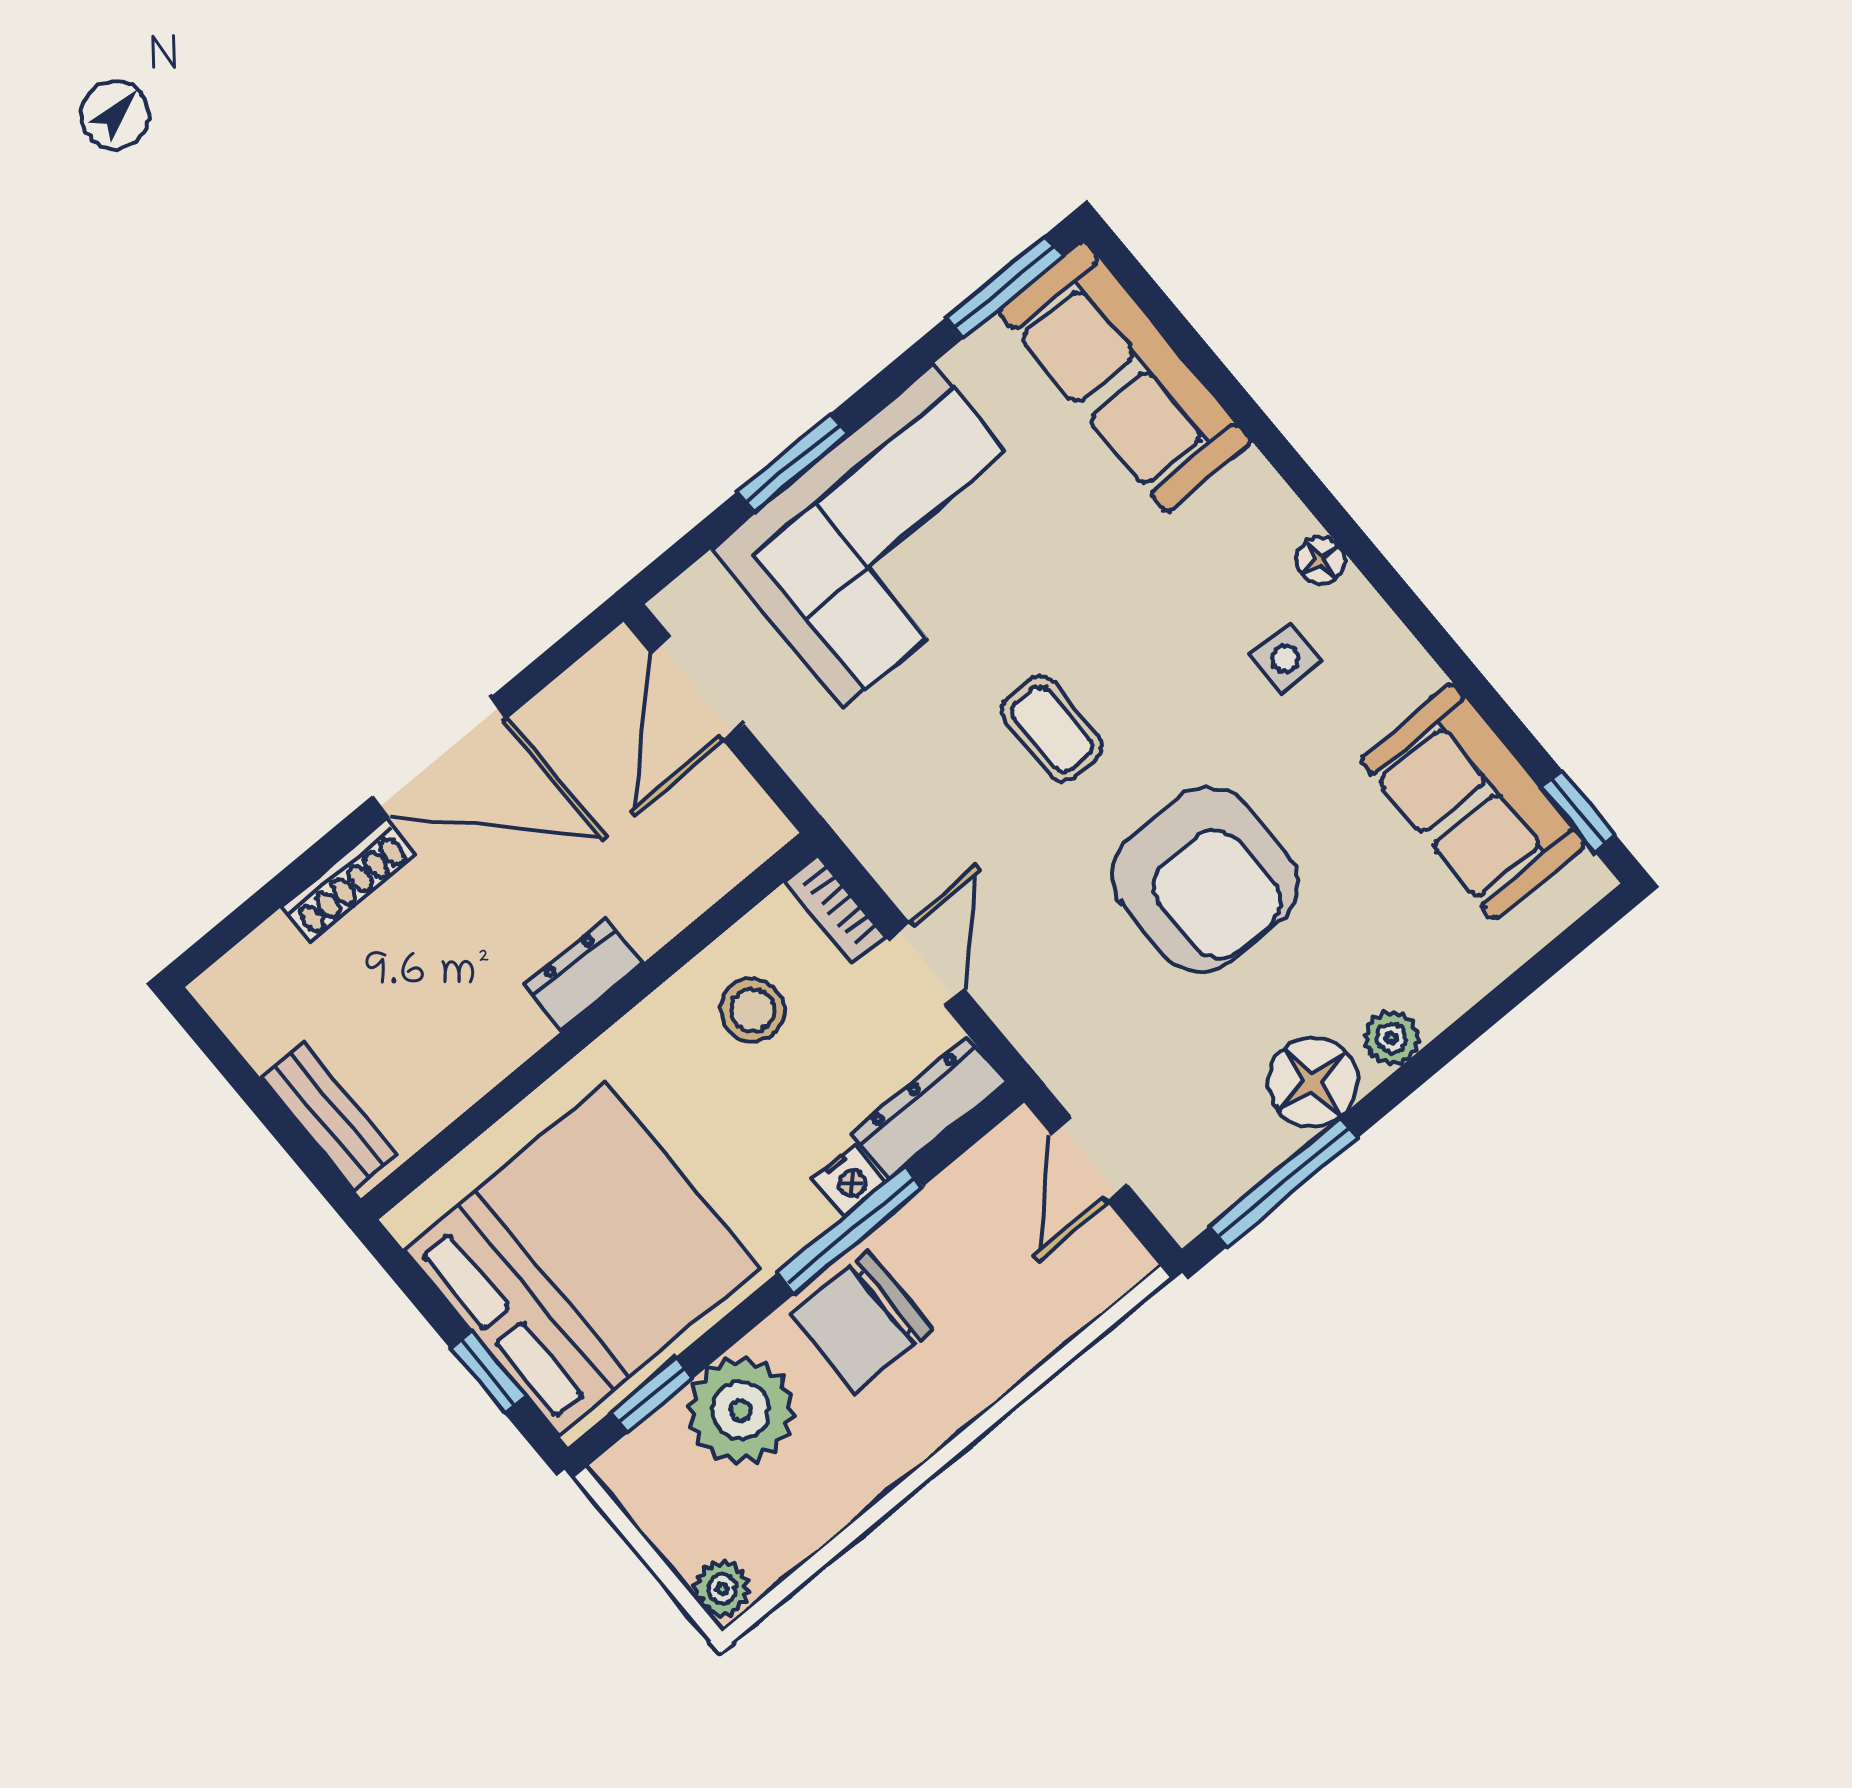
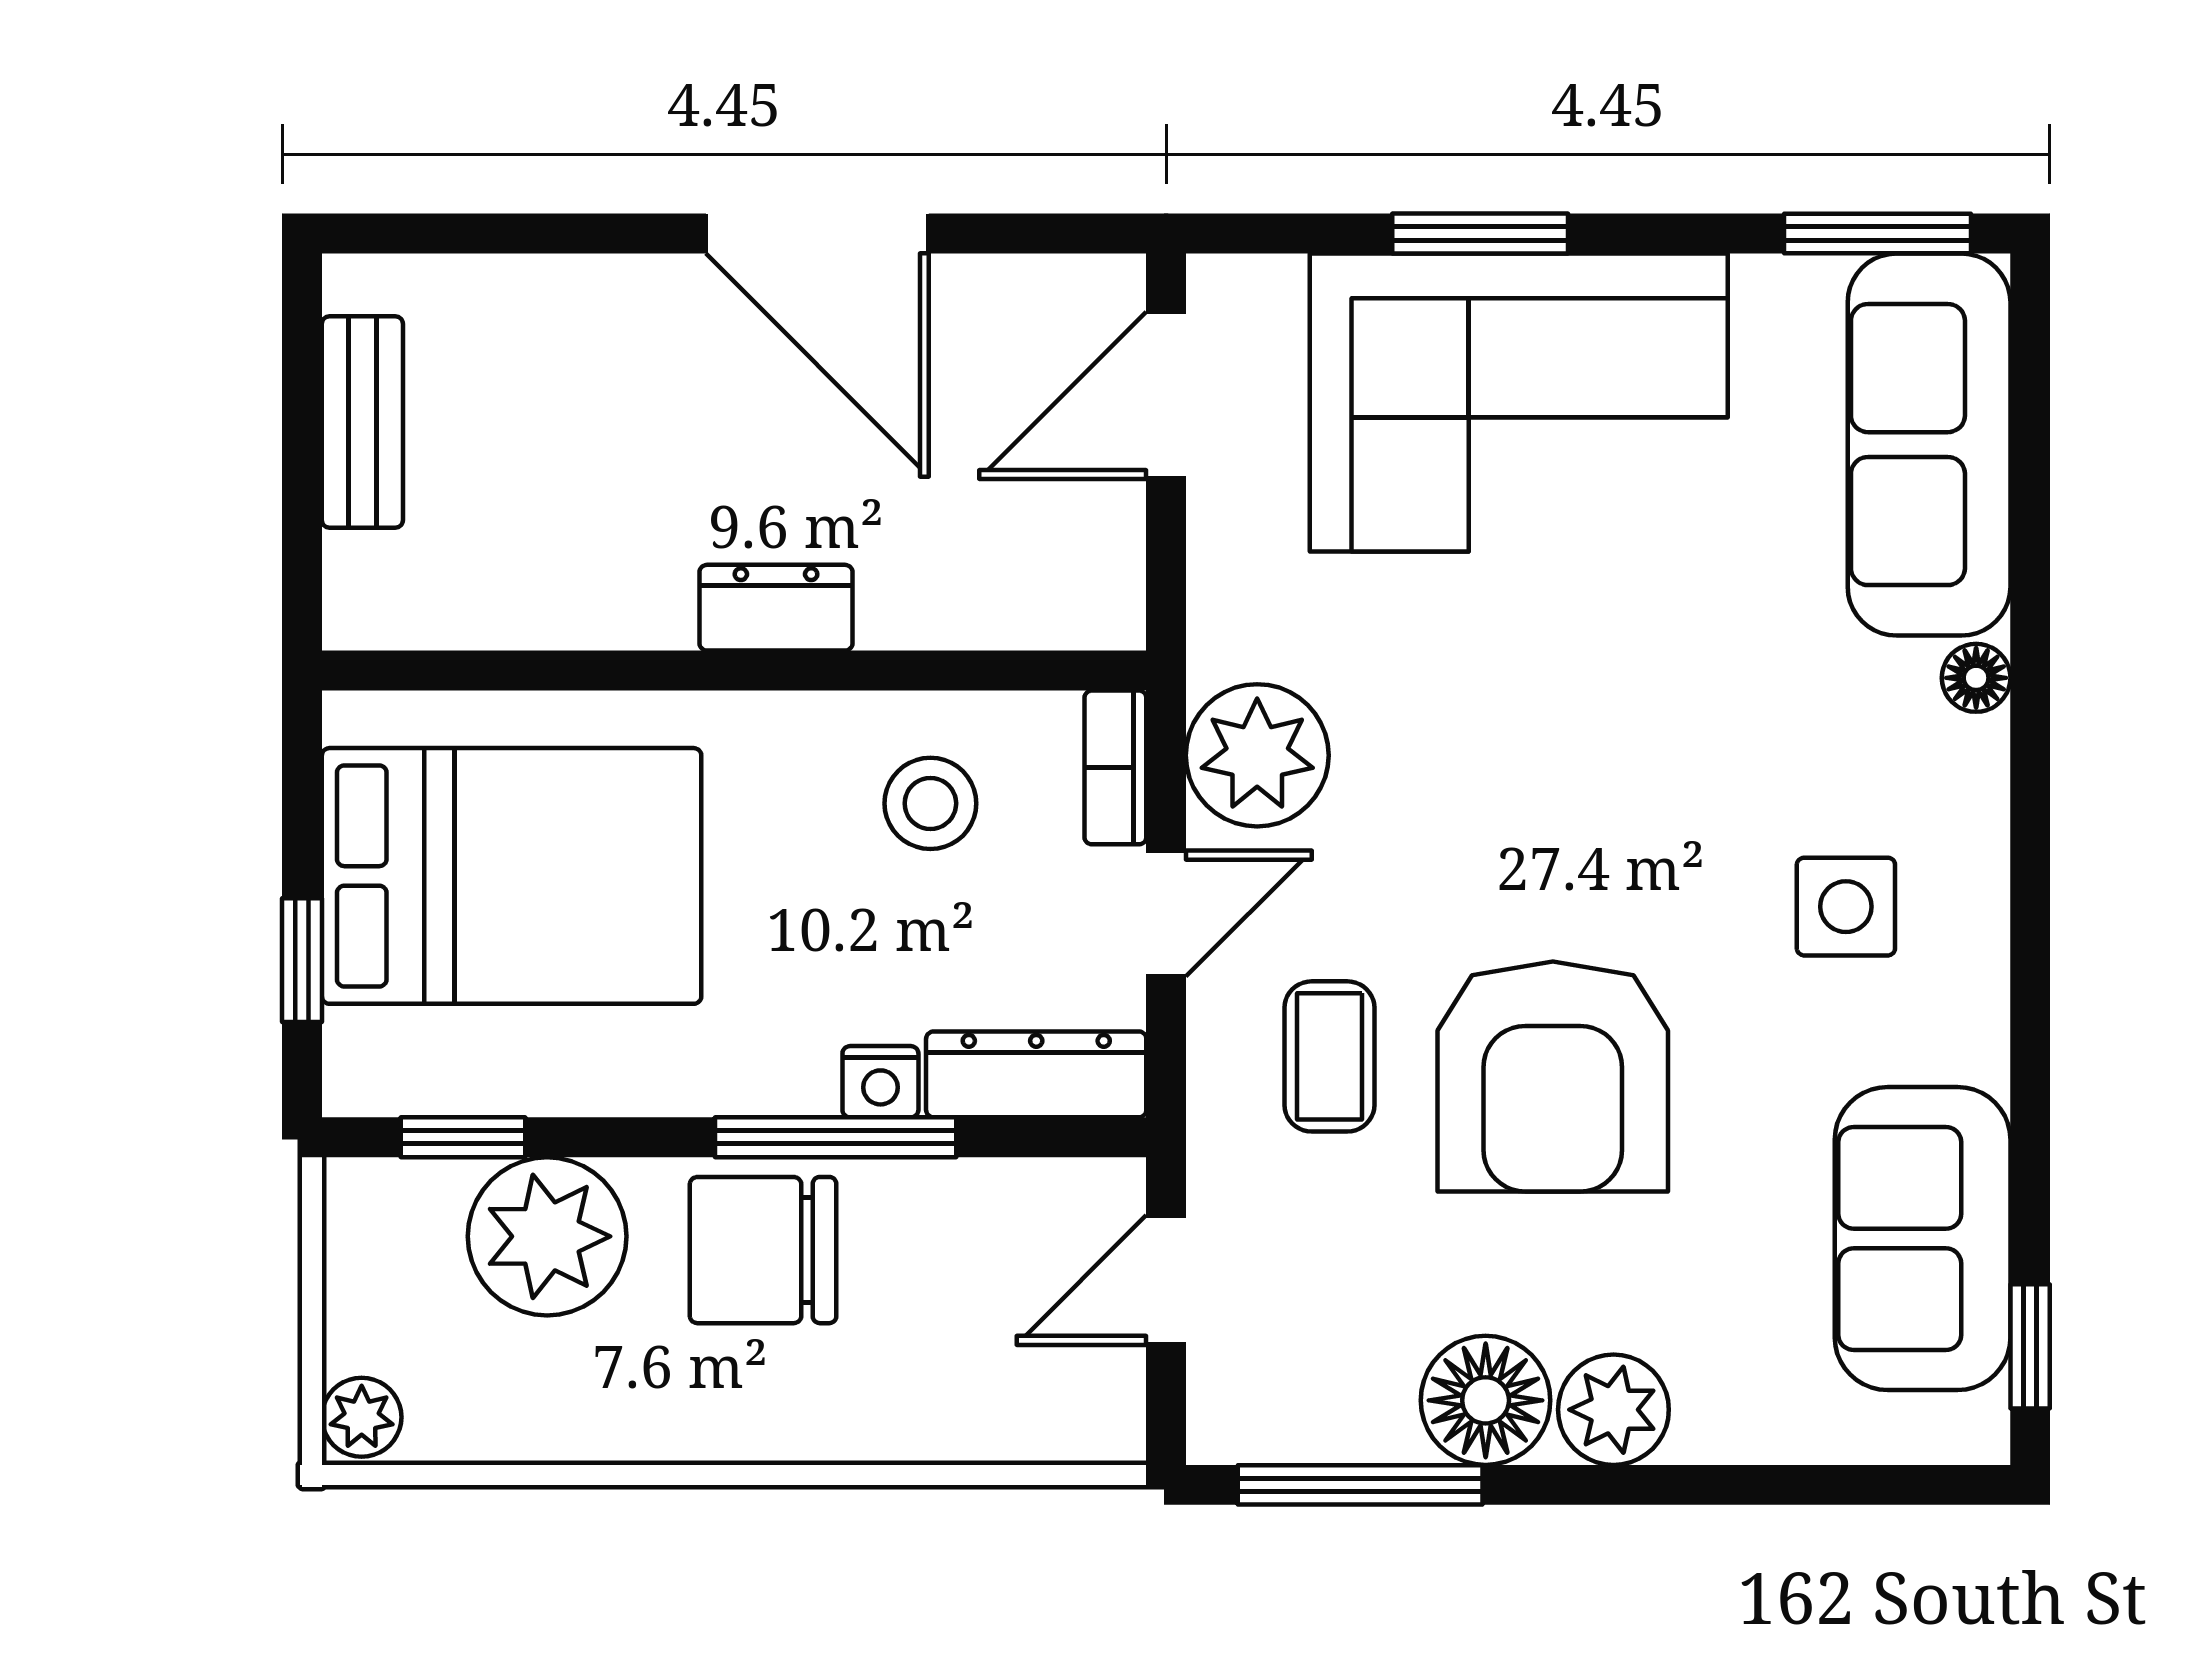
floor lamp: (1321, 560) -> (1976, 678), moved
side table: (1285, 659) -> (1846, 907), width x1.37, depth x1.37
coffee table: (1051, 729) -> (1329, 1056), moved
plant: (905, 840) -> (1257, 755), added
shoe rack: (349, 881) -> (602, 287), removed
plant: (1392, 1038) -> (1613, 1410), width x1.38, depth x1.38
bench: (329, 1117) -> (362, 422), moved
bed: (582, 1259) -> (512, 876), width x0.73

